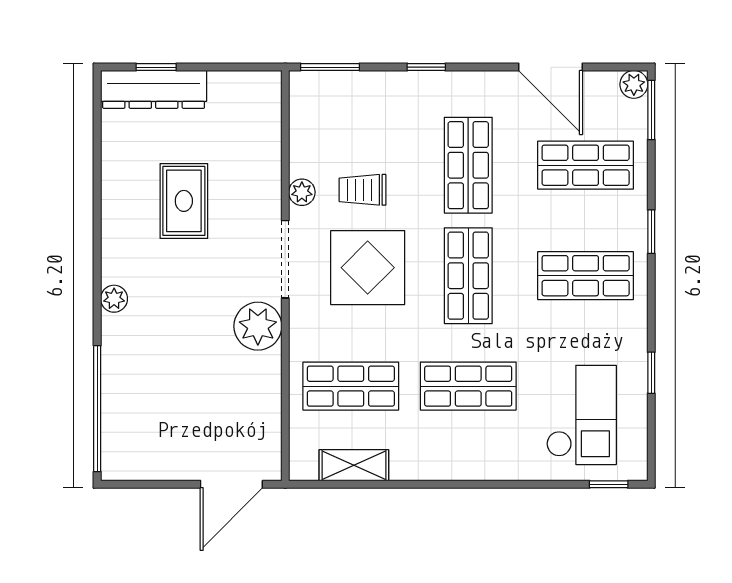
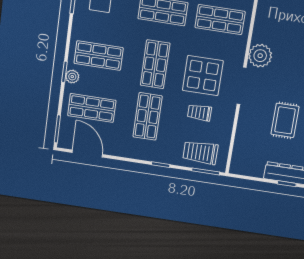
door: (551, 67) -> (87, 154), moved
plant: (634, 84) -> (72, 77), moved
trolley: (347, 106) -> (200, 153), added
trolley: (363, 190) -> (199, 113), turned 180
plant: (302, 192) -> (228, 116), removed

